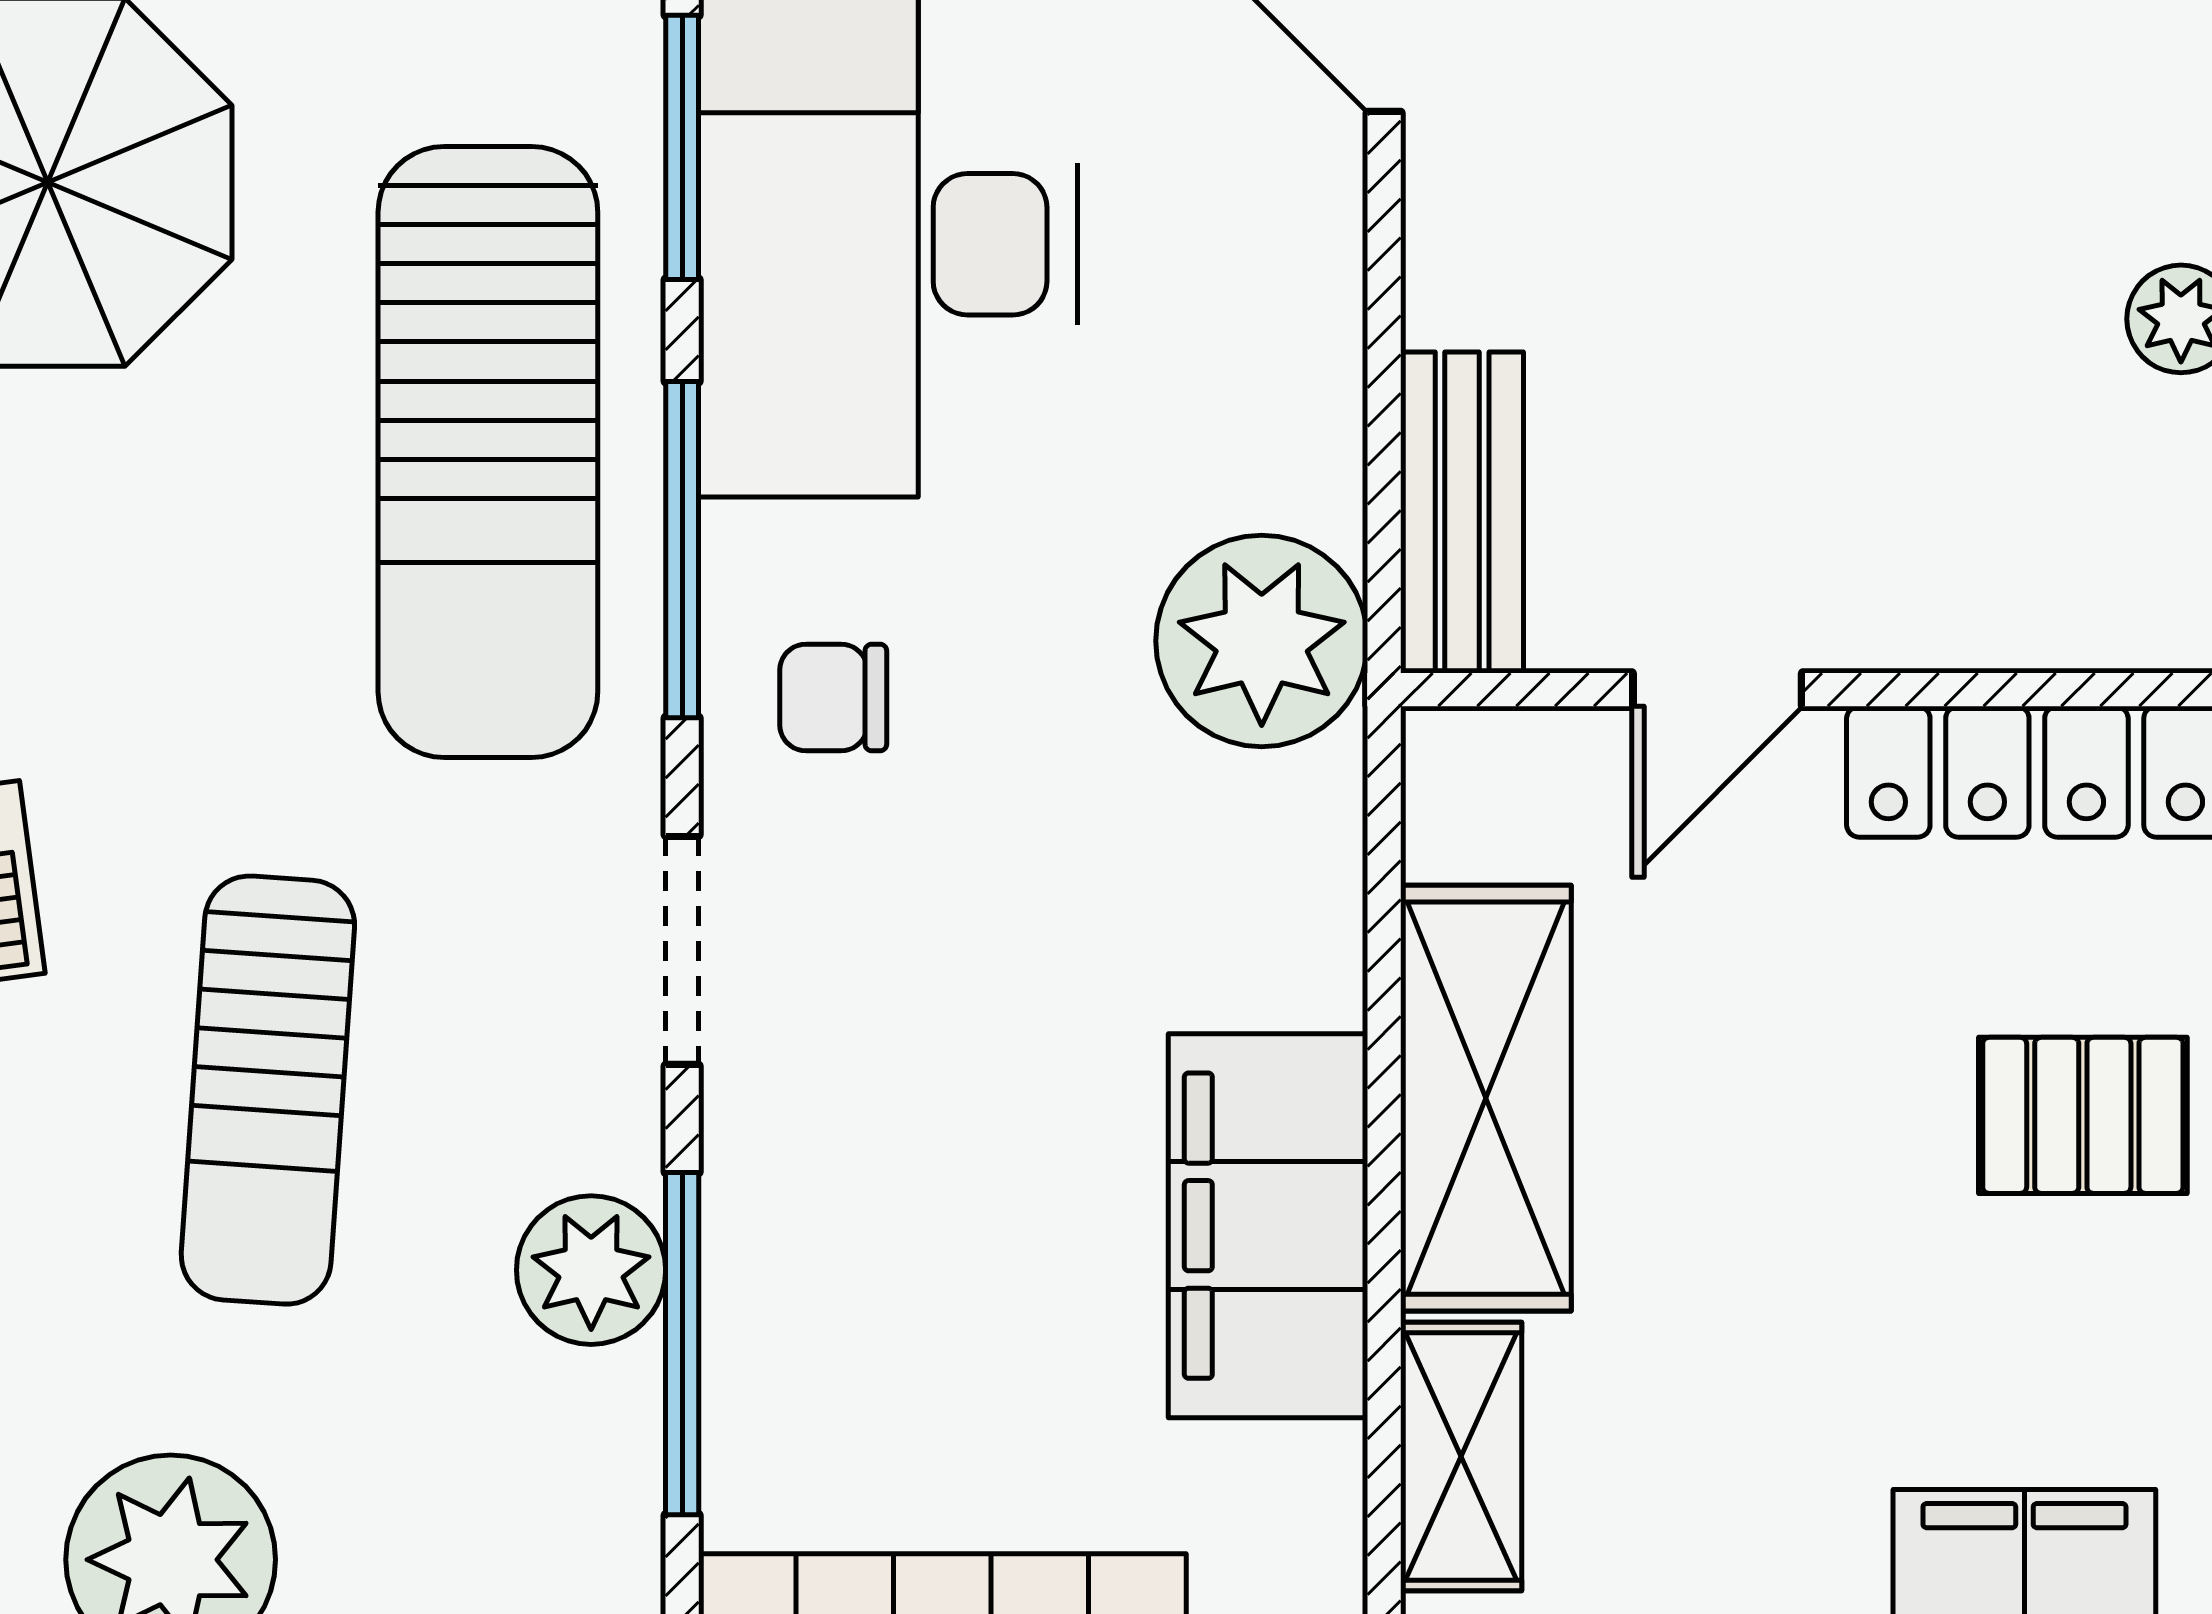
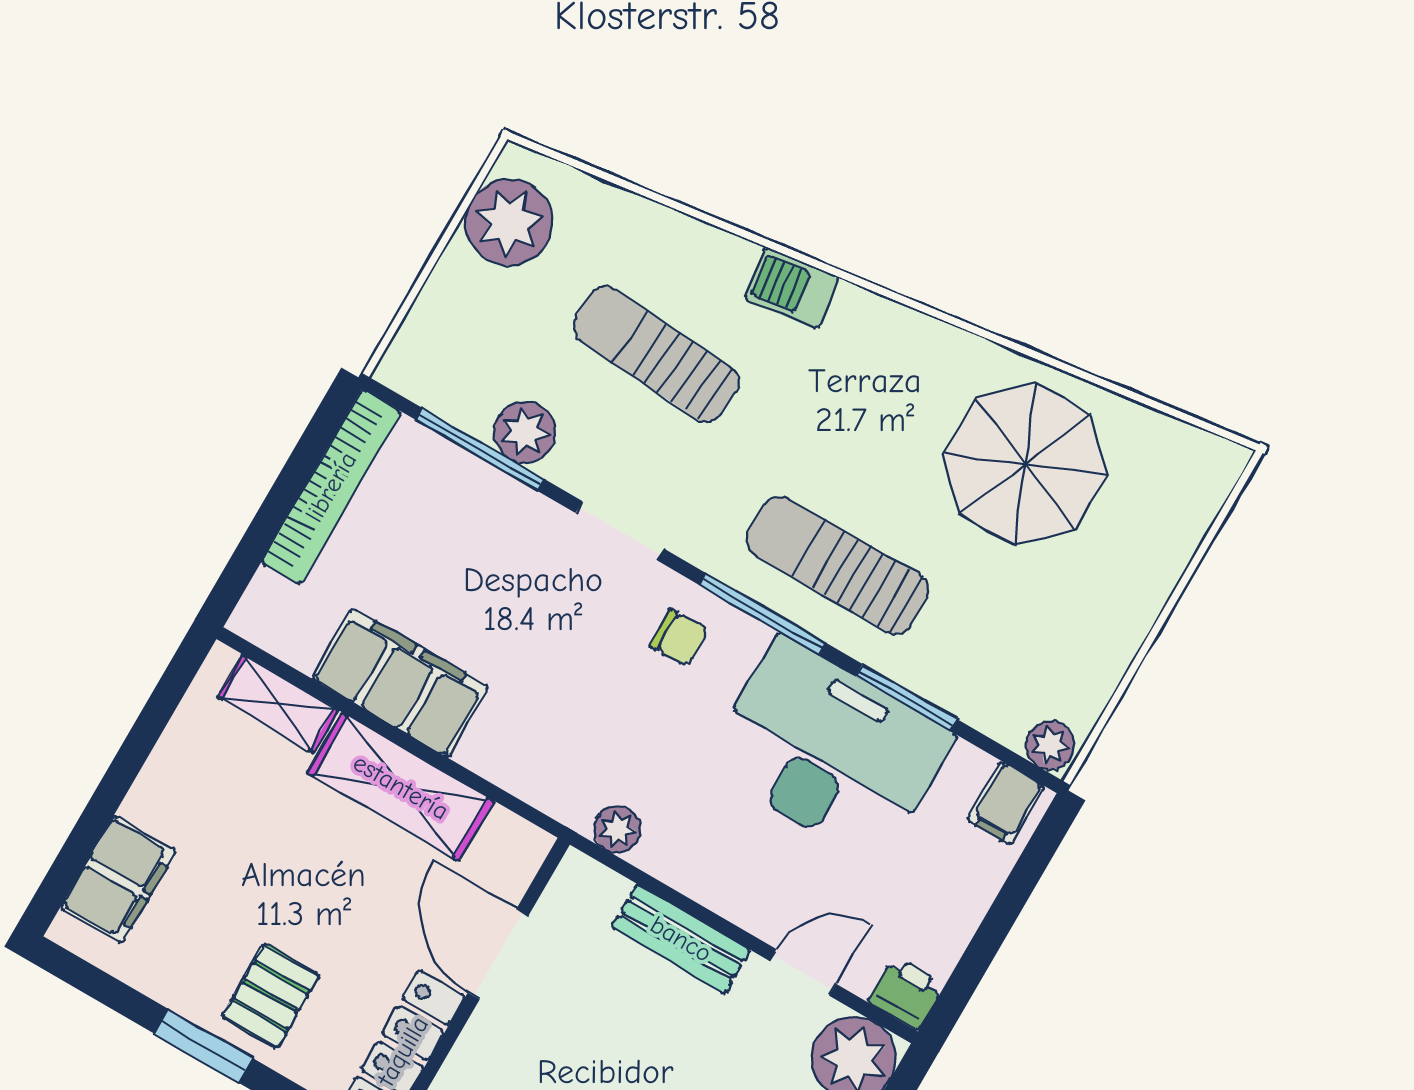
sun lounger: (488, 452) -> (838, 565), width x0.73, depth x0.75
bench: (1462, 512) -> (681, 939), moved
plant: (1262, 641) -> (617, 830), width x0.53, depth x0.53
door: (1717, 690) -> (498, 954), width x1.38
chair: (833, 698) -> (679, 637), turned 88

